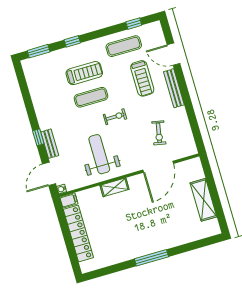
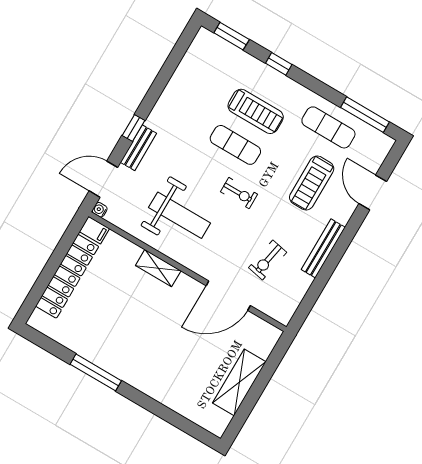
window: (134, 24) -> (365, 115), width x2.17
bench: (174, 88) -> (323, 248), moved
weight bench: (99, 154) -> (180, 215), turned 90
window: (151, 258) -> (96, 372), moved

